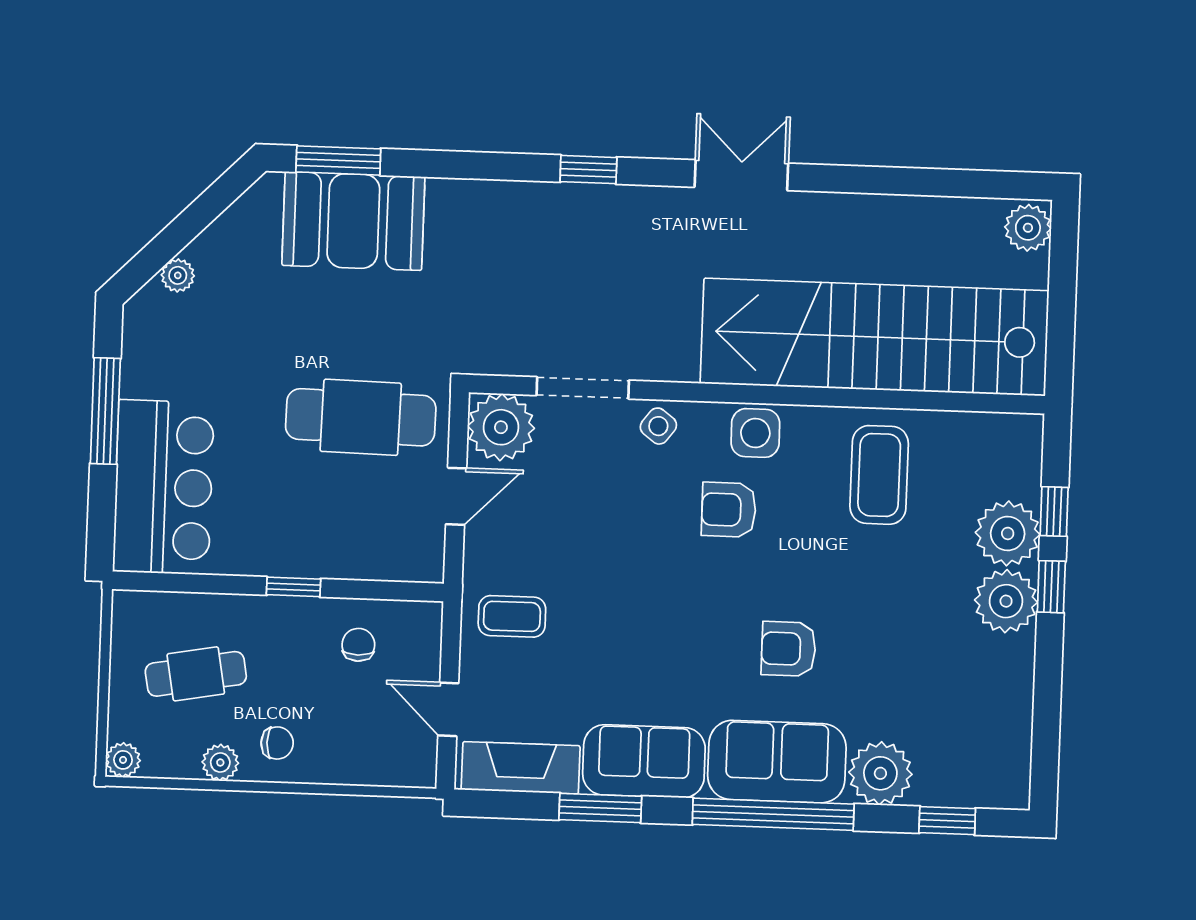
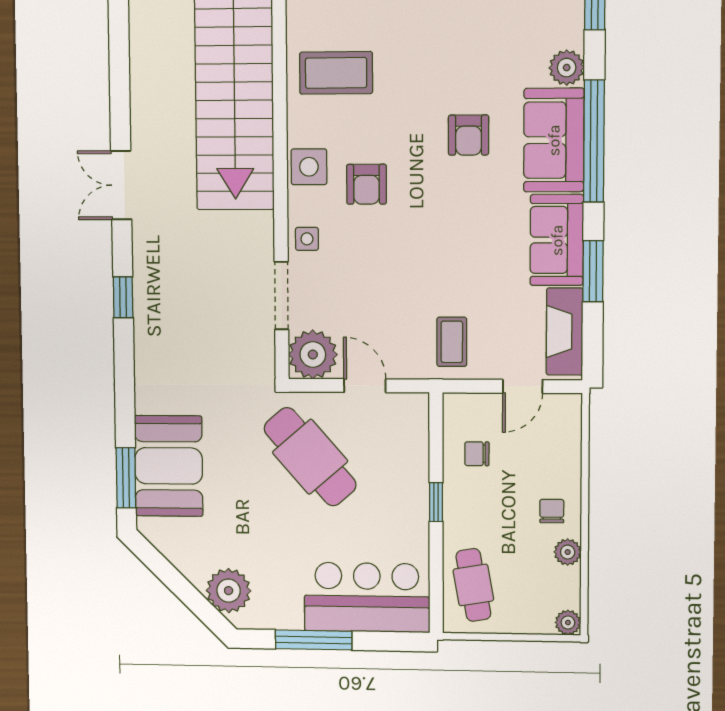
plant: (178, 275) -> (229, 591), width x1.88, depth x1.88
cafe table: (361, 417) -> (310, 457), turned -42
side table: (658, 426) -> (307, 239), turned -37
cafe table: (196, 674) -> (473, 585), moved
plant: (880, 773) -> (567, 68), width x0.73, depth x0.73

